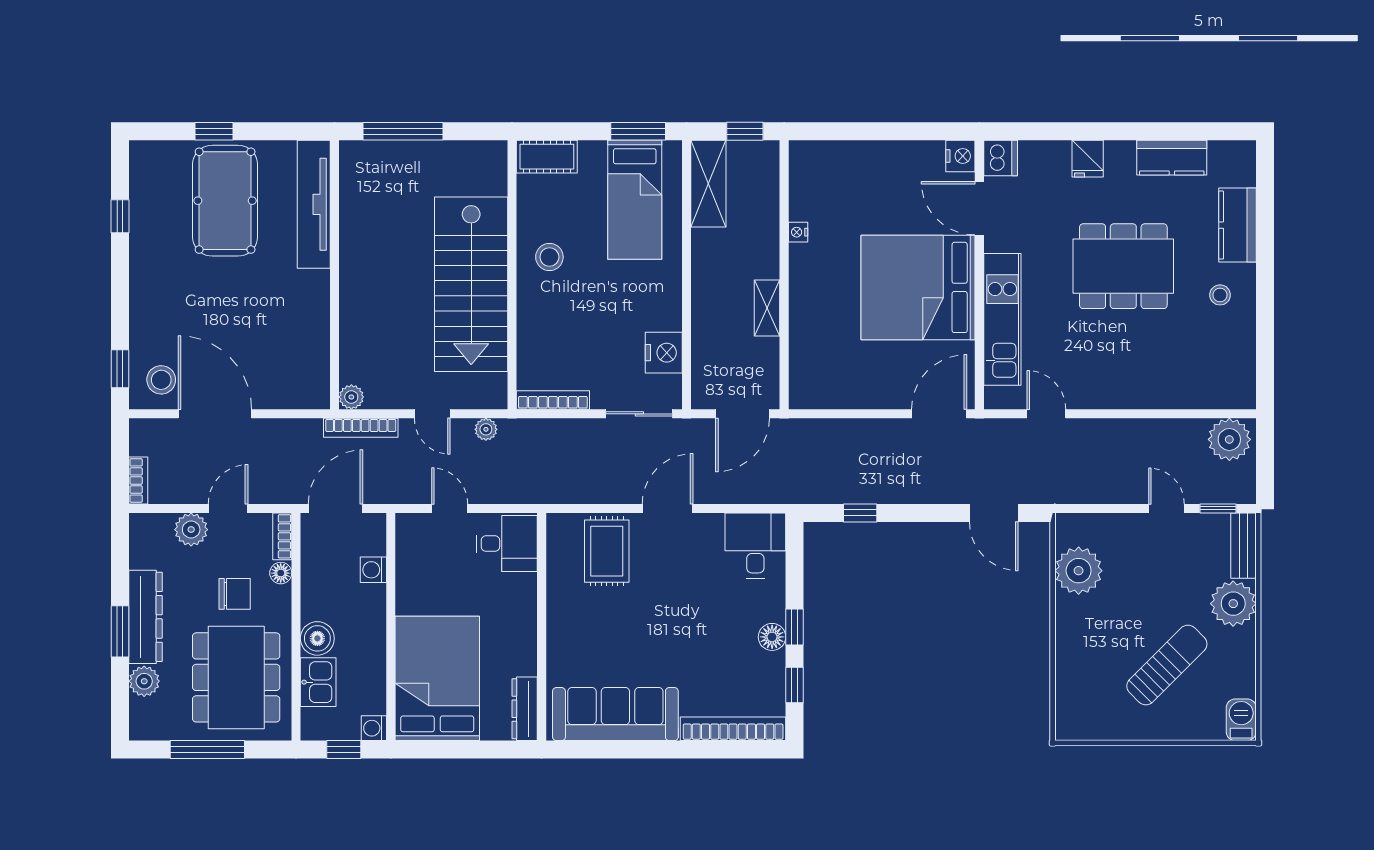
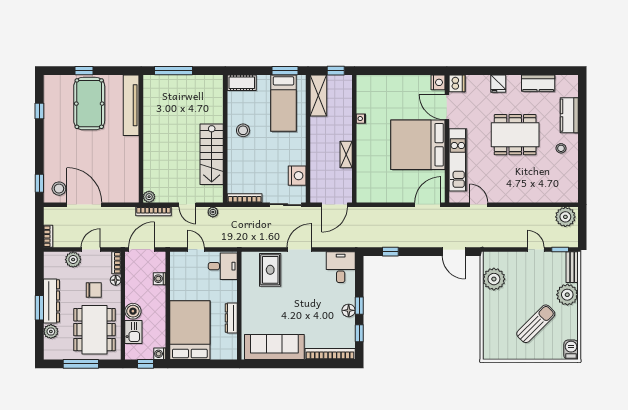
stairs: (471, 284) -> (212, 154), width x0.73, depth x0.66
dresser: (525, 709) -> (231, 318), moved

